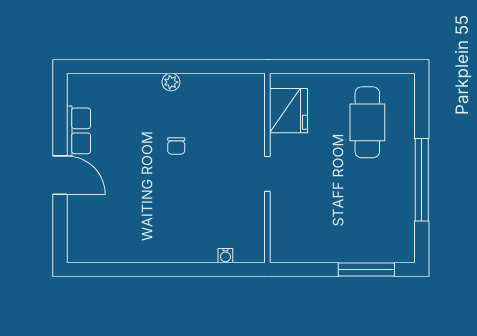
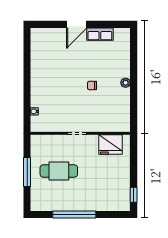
window: (384, 67) -> (134, 195), added
cafe table: (367, 122) -> (59, 171), moved
window: (366, 270) -> (27, 172), moved

